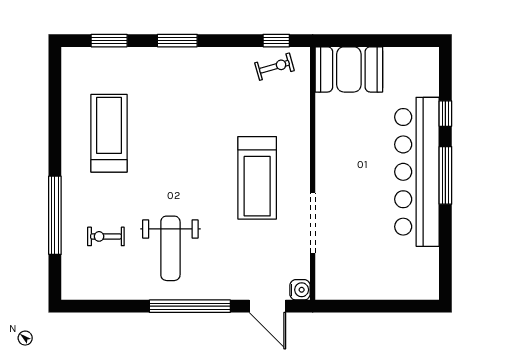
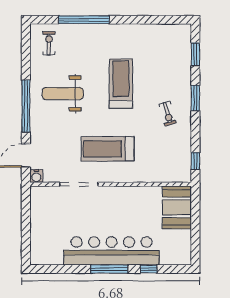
exercise bike: (274, 67) -> (168, 114), moved
treadmill: (109, 133) -> (121, 84), moved, turned -90
exercise bike: (106, 236) -> (49, 43), moved

